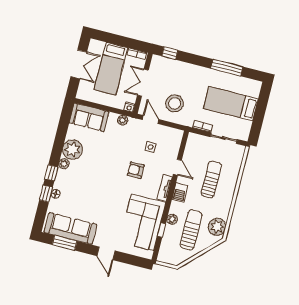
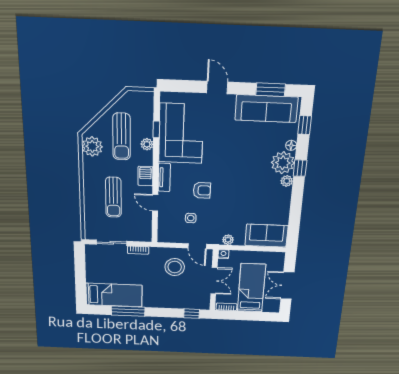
bed: (231, 104) -> (114, 295), moved
plant: (72, 150) -> (283, 163), moved
window: (46, 194) -> (305, 125), moved

